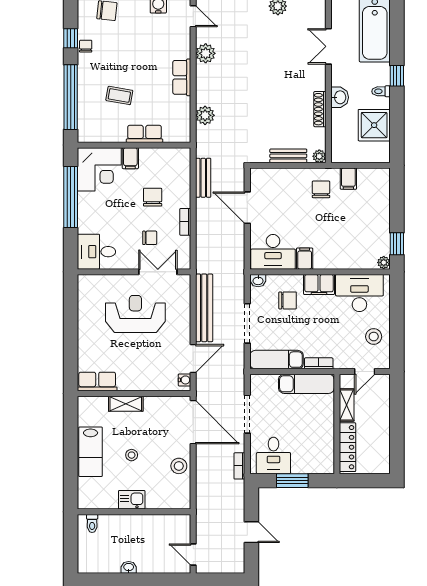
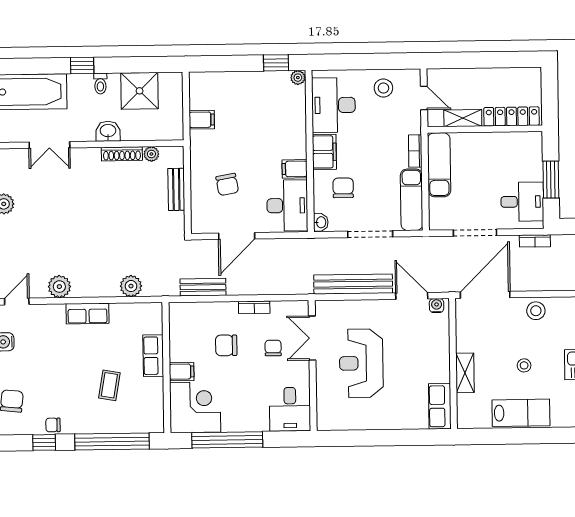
plant: (319, 156) -> (151, 154), moved
chair: (321, 189) -> (227, 184), moved, turned -100

